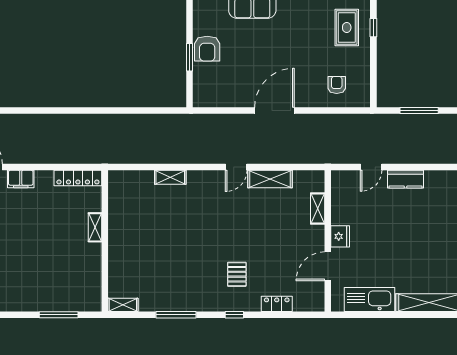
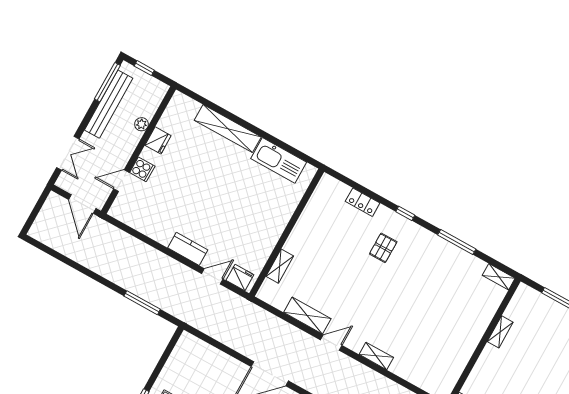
armchair: (337, 85) -> (202, 366), removed
shelving: (170, 177) -> (376, 356), moved
shelving: (95, 227) -> (500, 332), moved
fridge: (340, 236) -> (240, 278), moved, turned 90
door: (328, 266) -> (299, 210), removed

